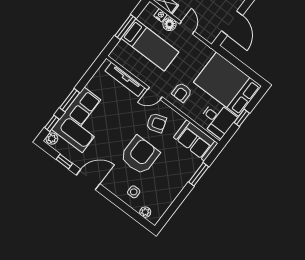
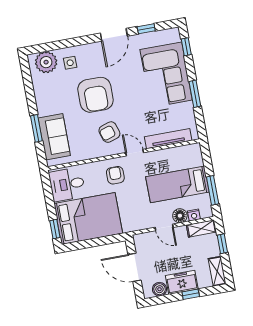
window: (125, 27) -> (213, 190), moved
door: (155, 93) -> (135, 153), hinge flipped
window: (70, 100) -> (195, 94), moved
window: (242, 118) -> (55, 229), moved
plant: (52, 139) -> (174, 36), removed
sofa: (196, 140) -> (54, 137), moved, turned 90
plant: (145, 212) -> (46, 62), width x1.88, depth x1.88

